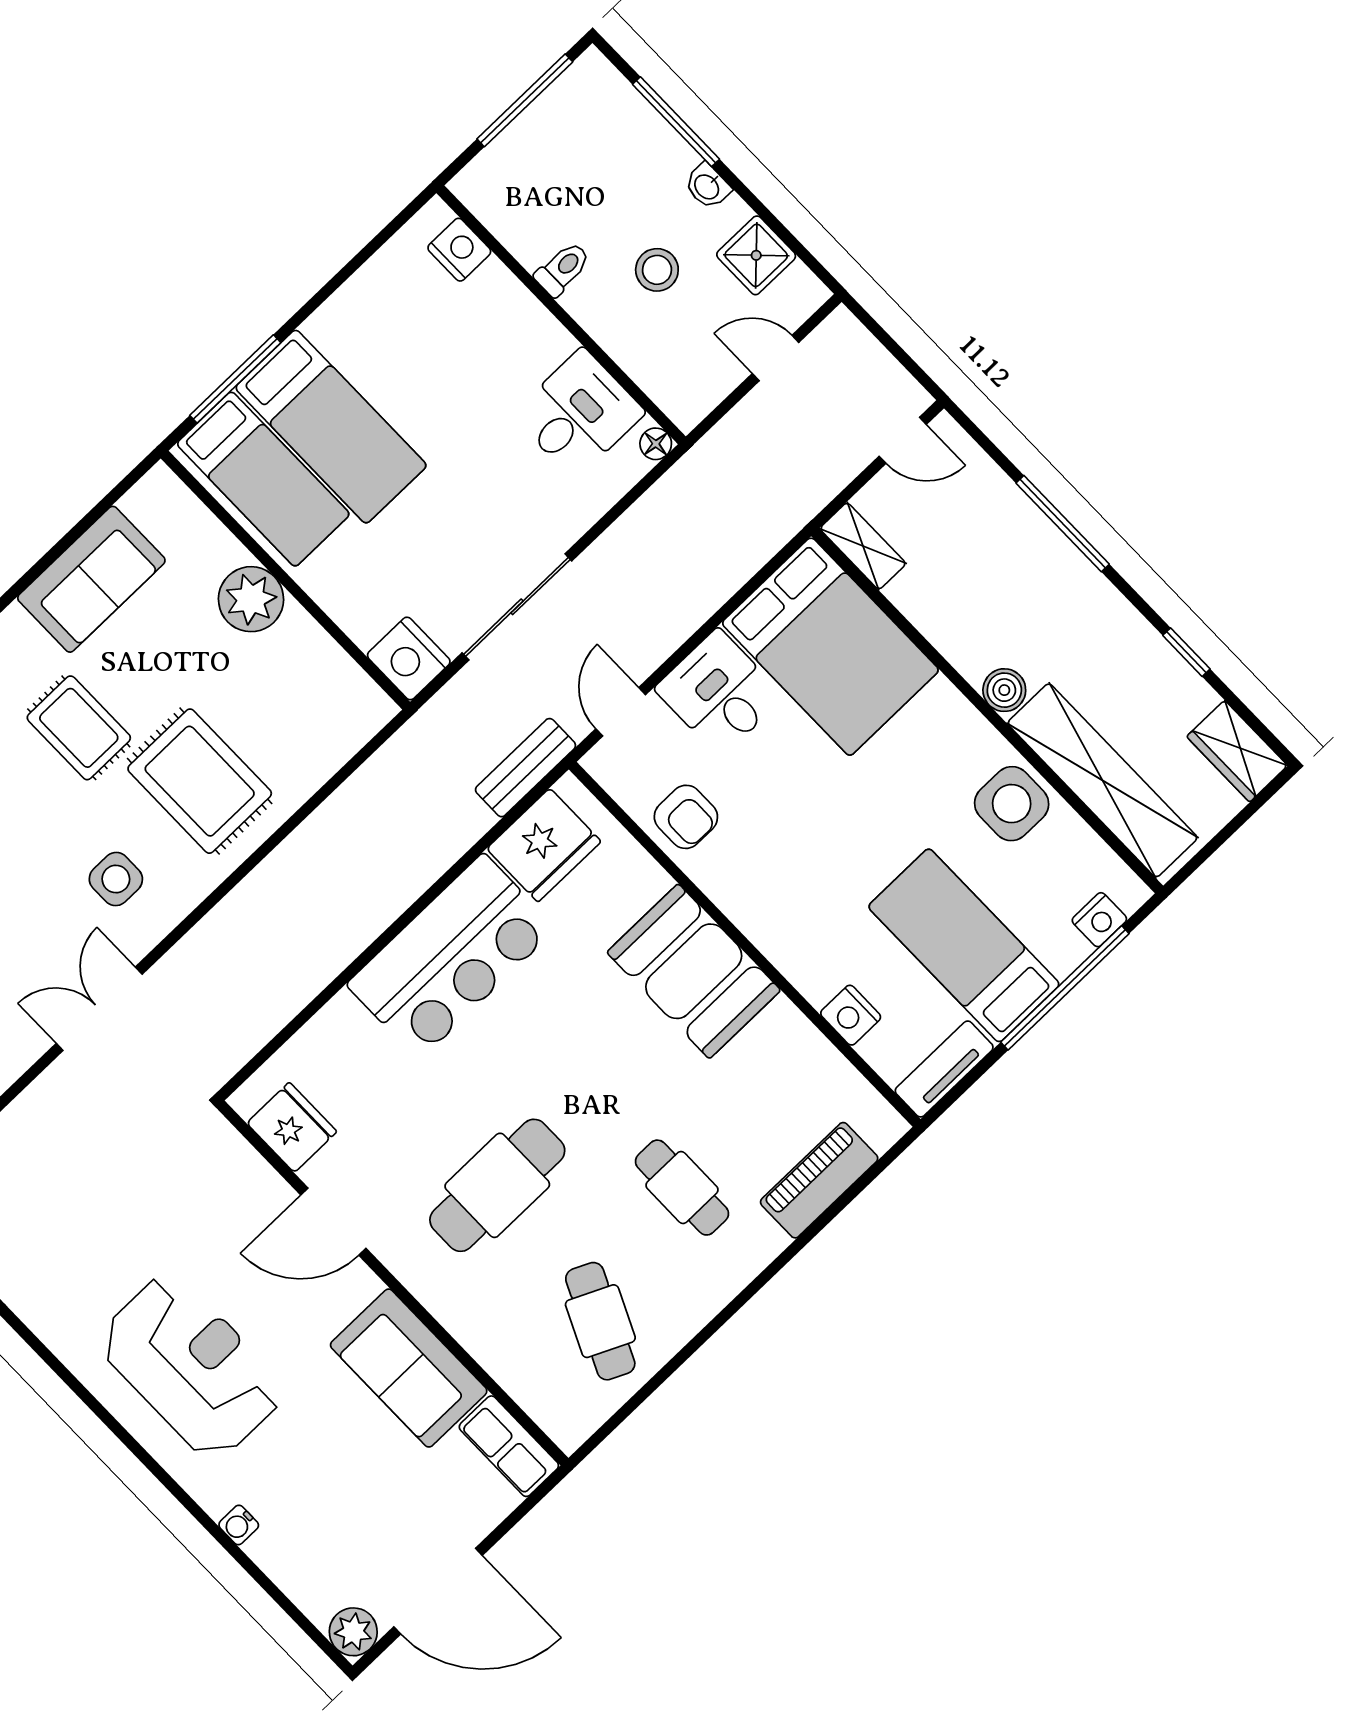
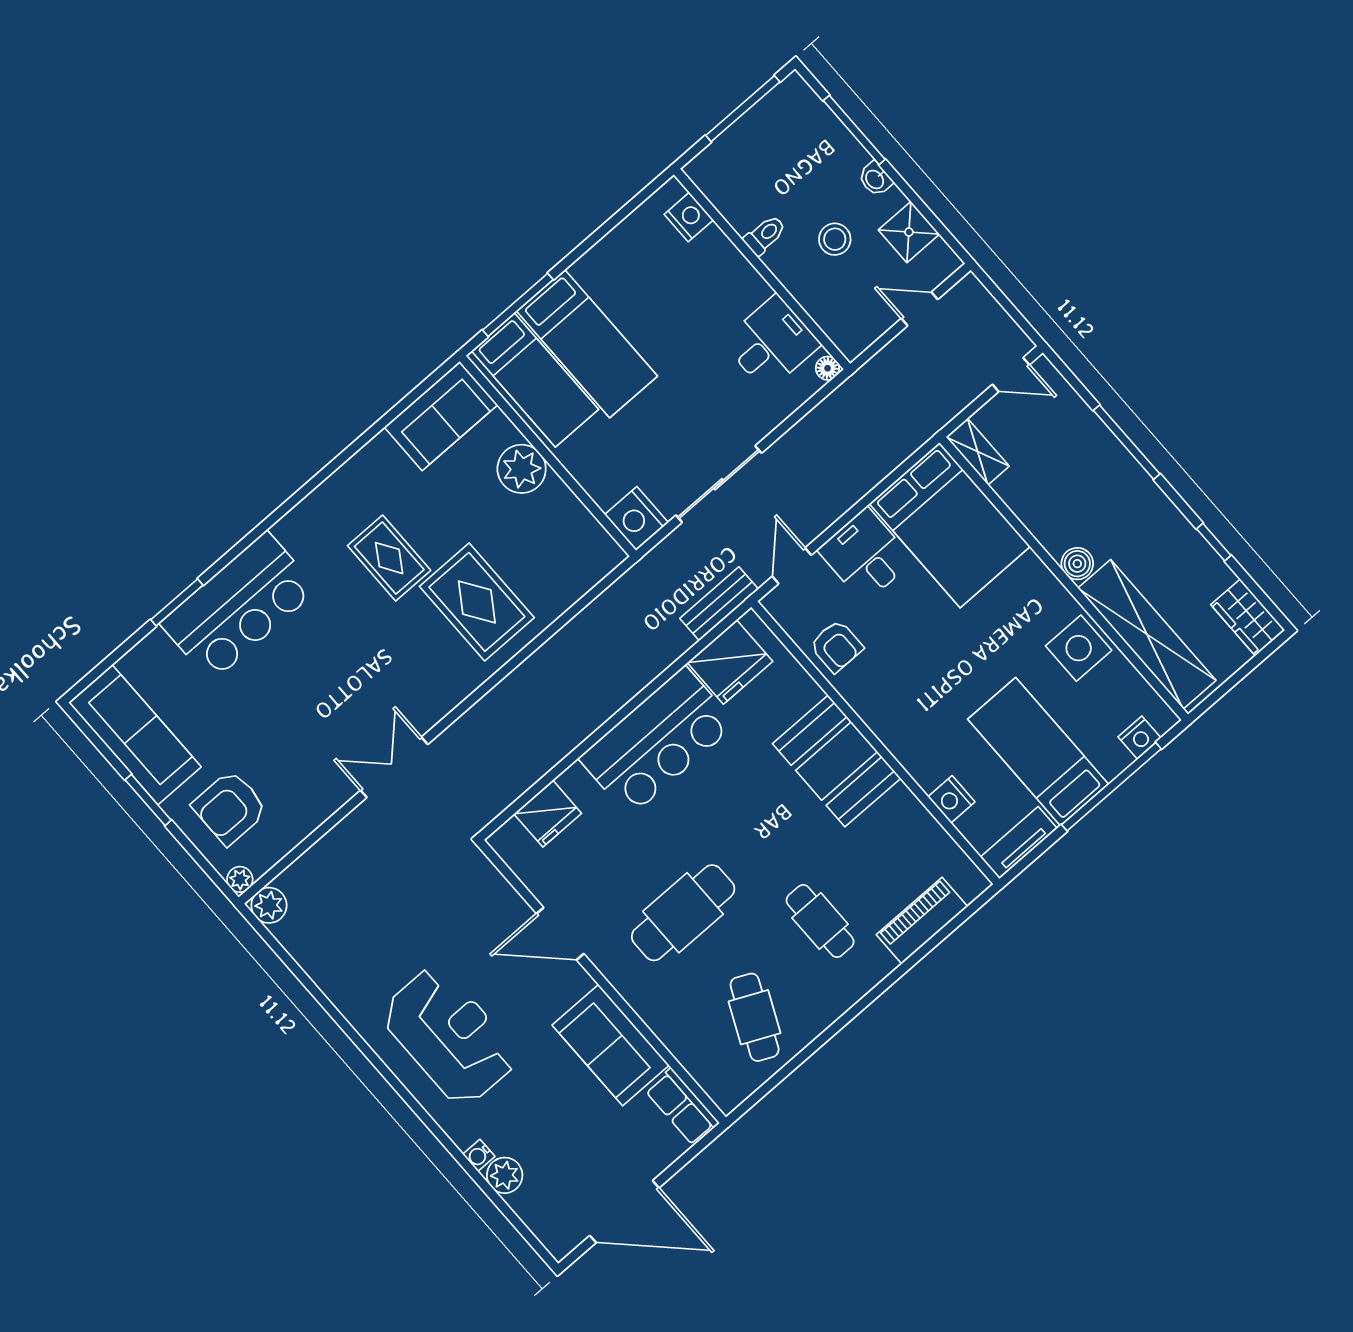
sofa: (91, 579) -> (441, 416), moved
side table: (116, 879) -> (411, 672), removed
fridge: (292, 1127) -> (548, 814), moved, turned 90
plant: (353, 1632) -> (505, 1175), moved

